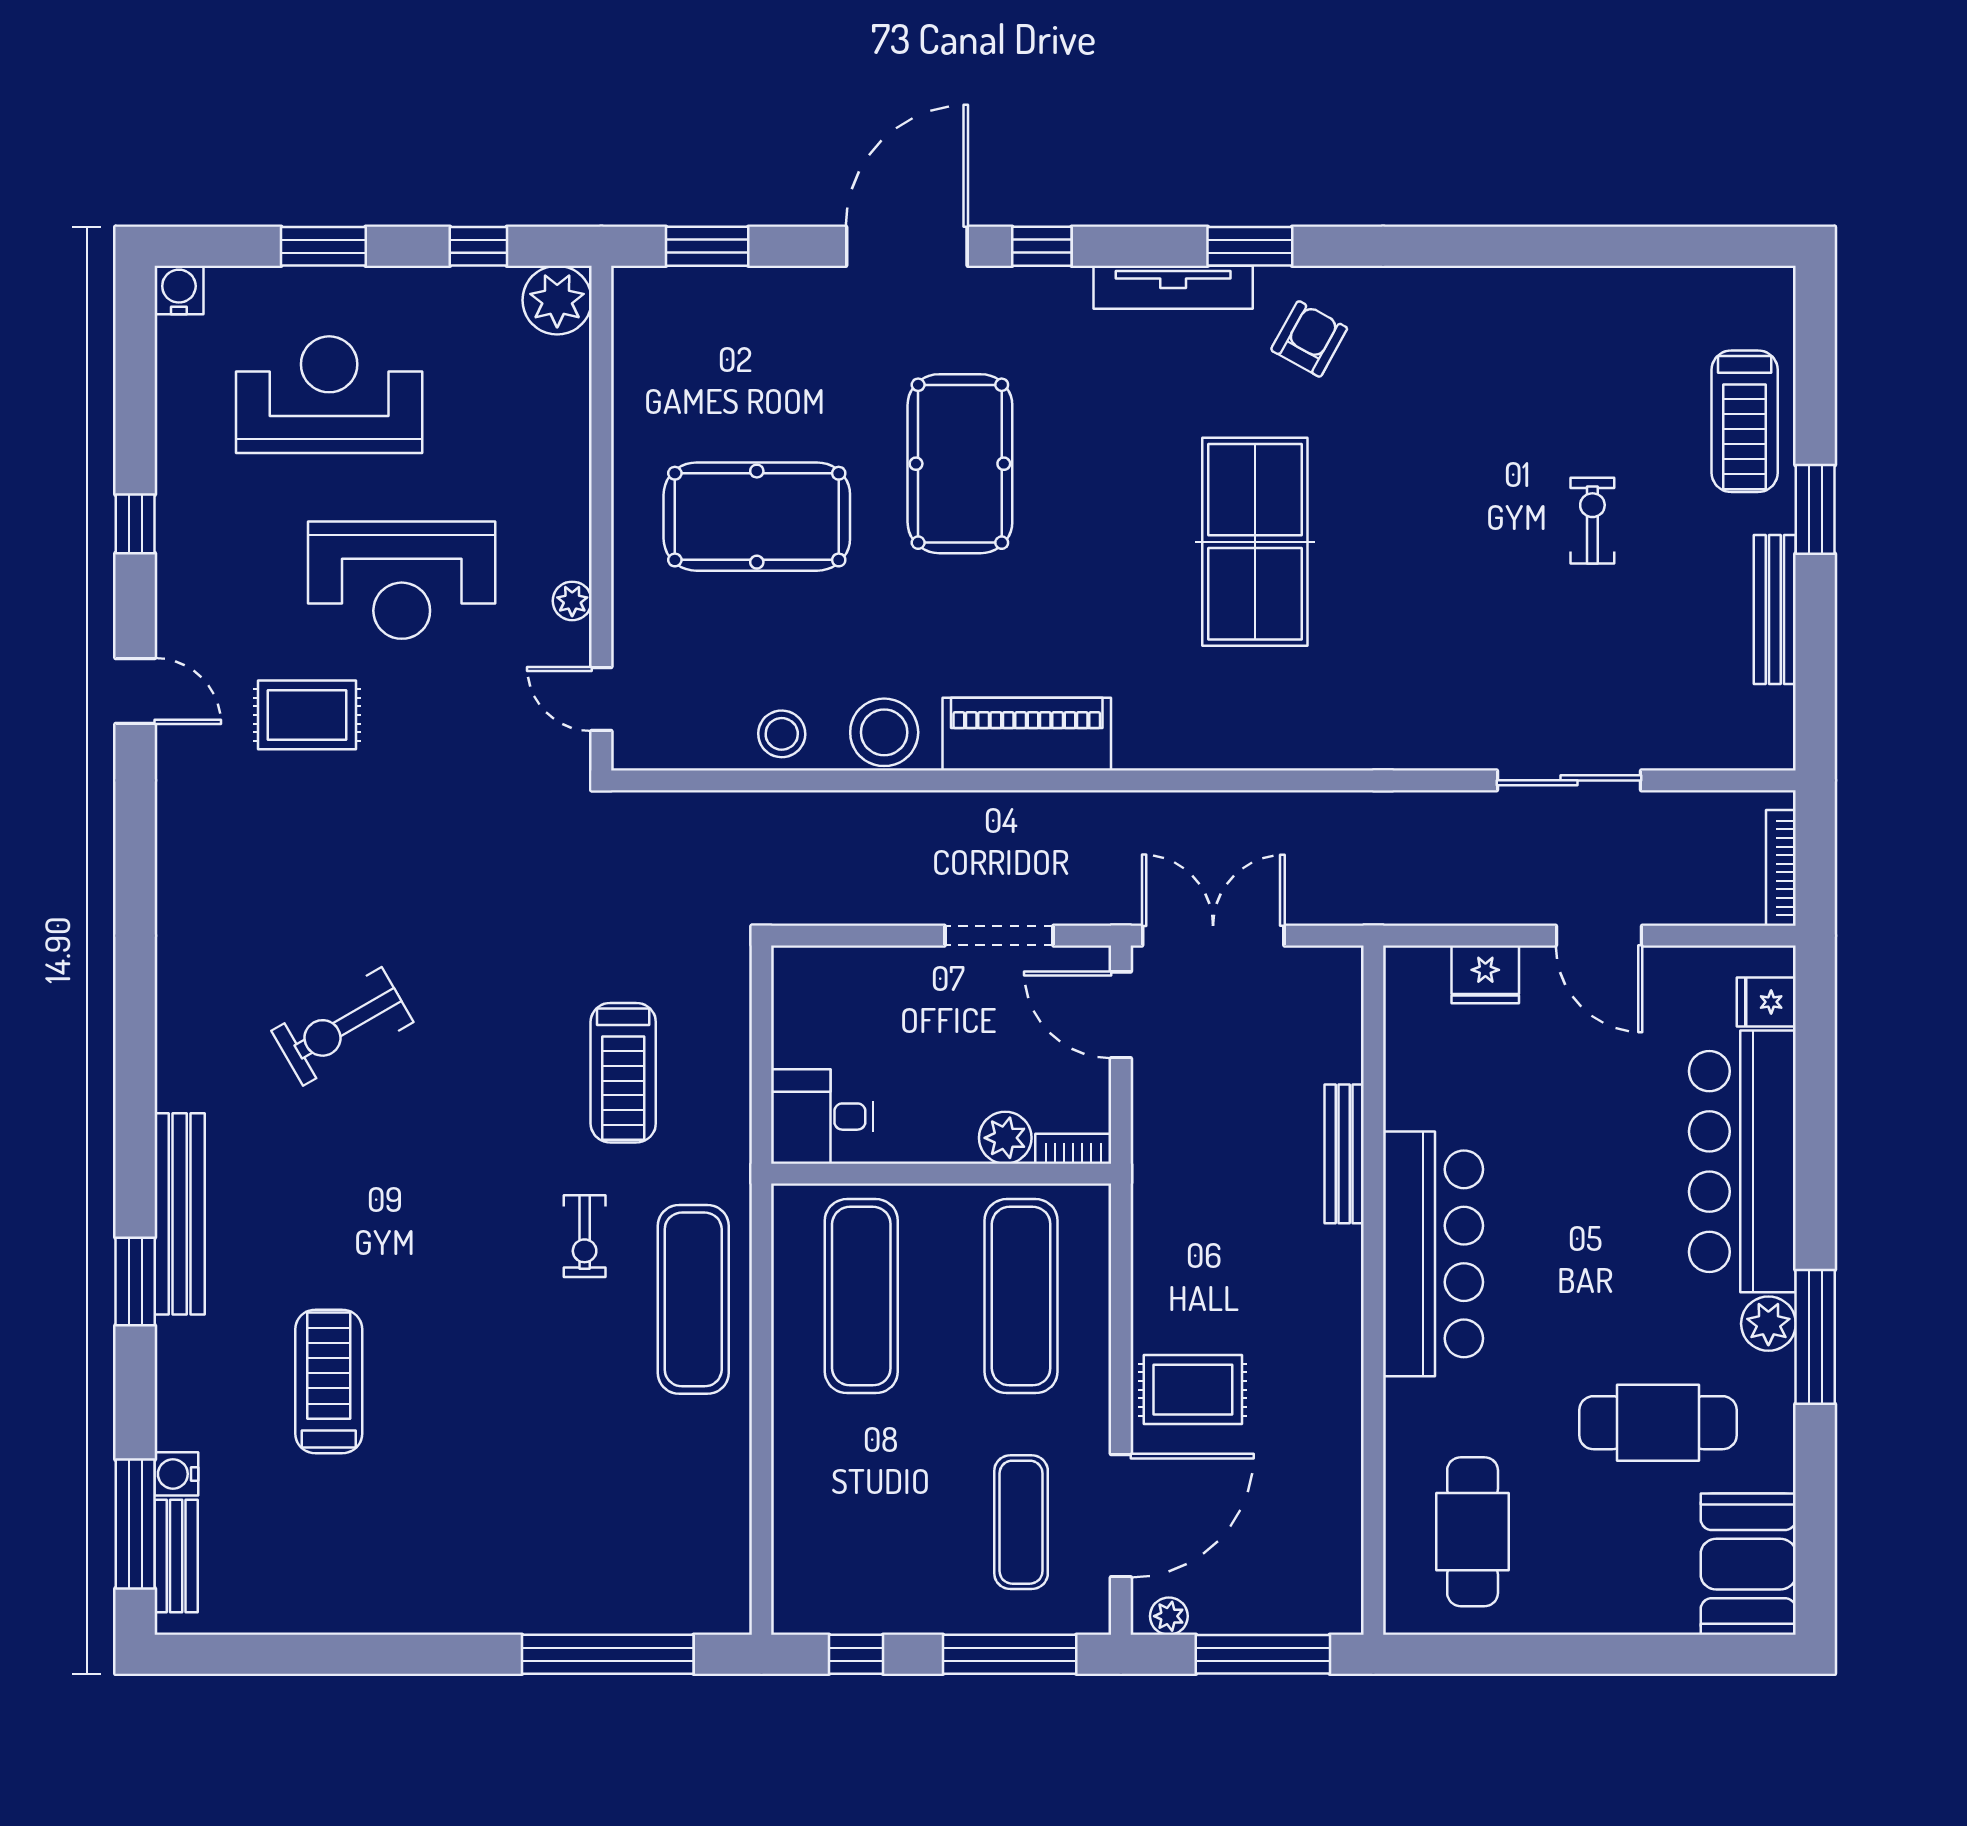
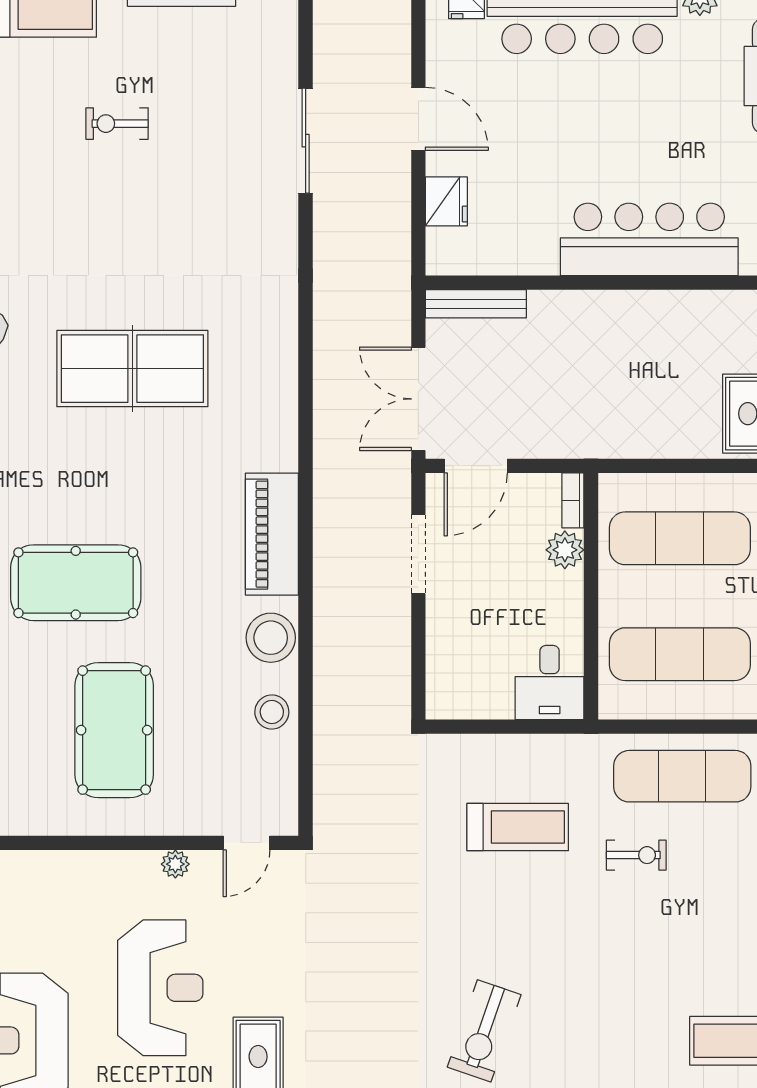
door: (1599, 936) -> (418, 119), hinge flipped
exercise bike: (342, 1026) -> (484, 1031), turned 49
bench: (1344, 1154) -> (476, 304), moved

